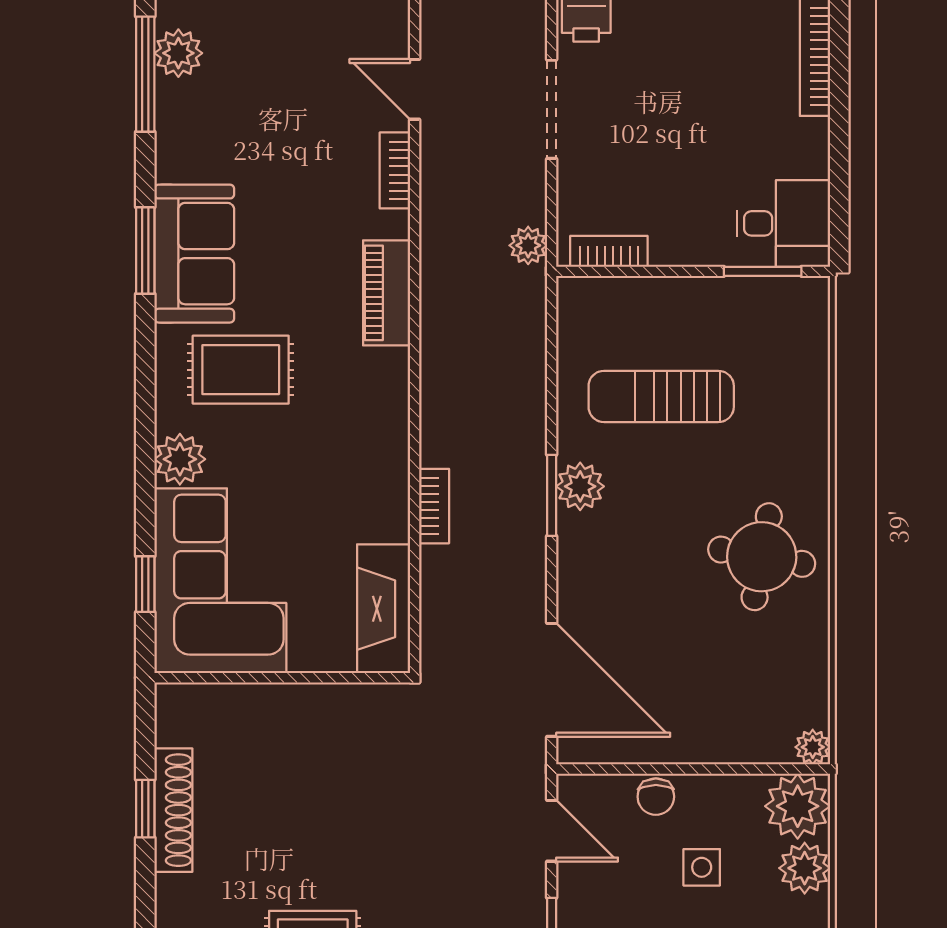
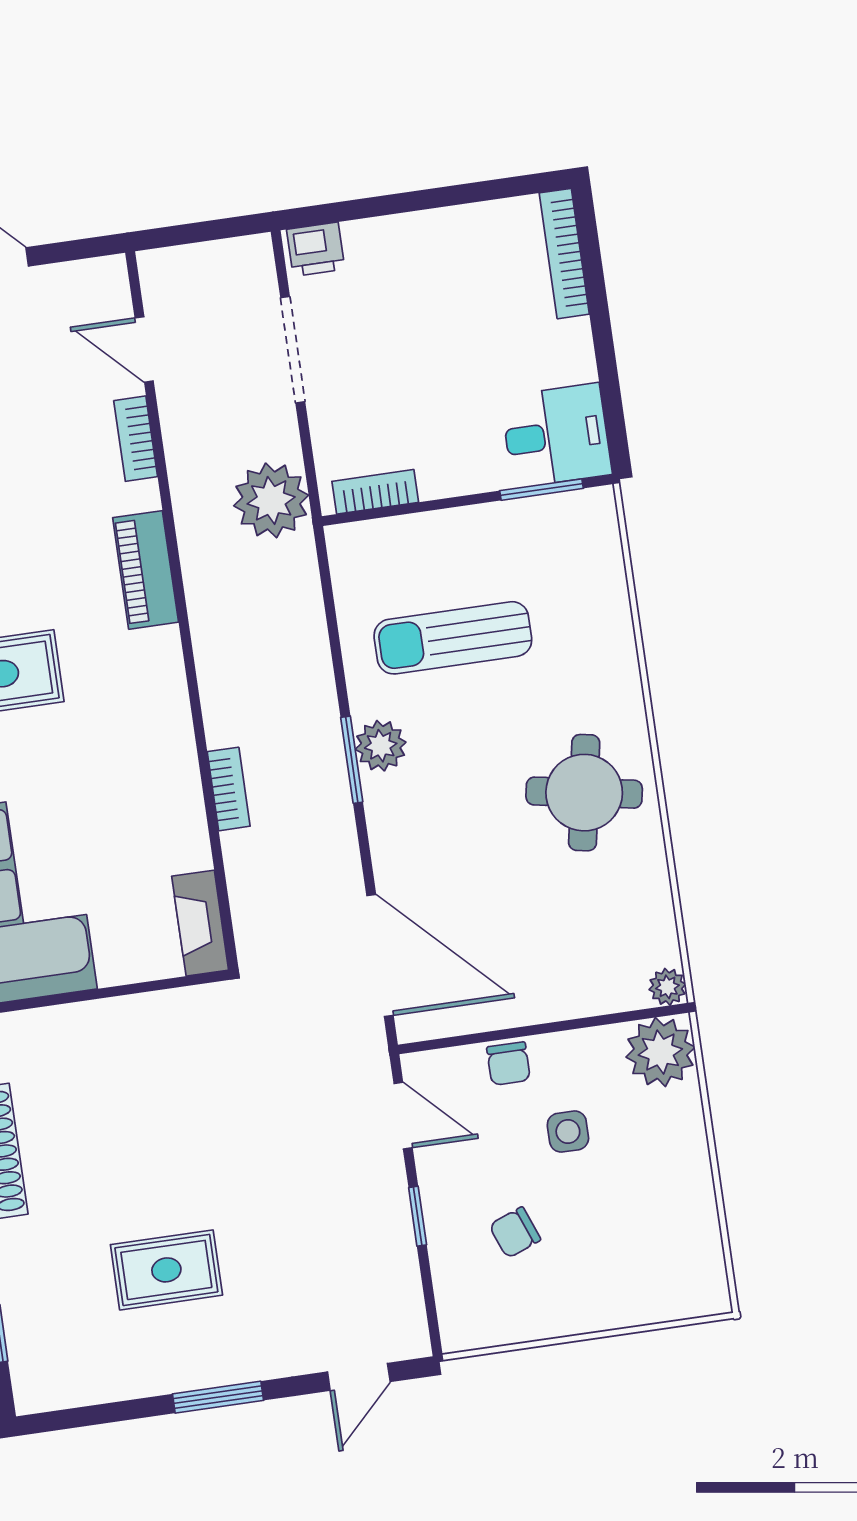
plant: (528, 245) -> (271, 500), width x1.88, depth x1.88
fireplace: (384, 609) -> (200, 923), width x0.73, depth x0.76
plant: (805, 868) -> (677, 1117), removed

